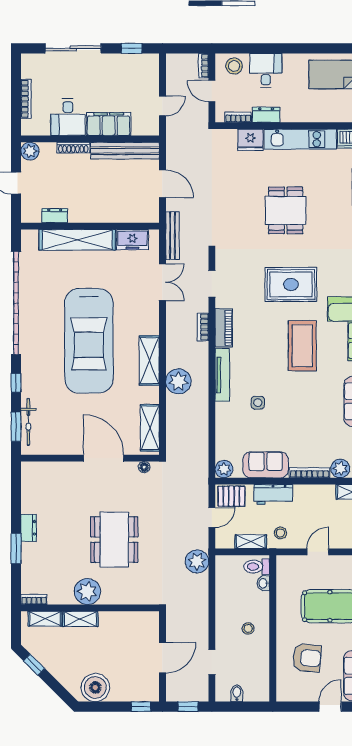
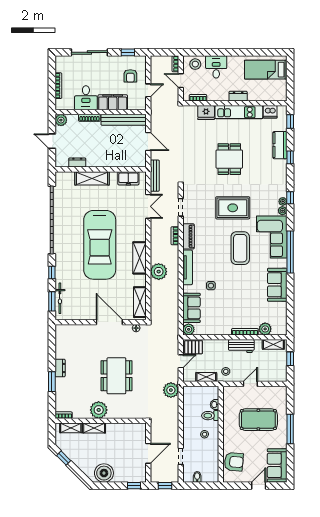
armchair: (135, 84) -> (130, 76), added
dresser: (266, 115) -> (238, 96), moved
shelving: (77, 240) -> (92, 178), width x0.68
sofa: (266, 465) -> (191, 308), moved, turned 90
workbench: (273, 494) -> (241, 346), moved
toilet: (257, 567) -> (210, 416), moved
armchair: (307, 658) -> (234, 462), moved

